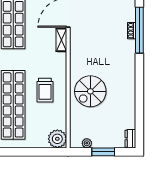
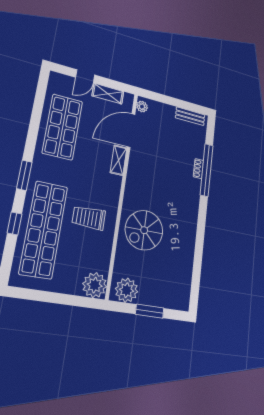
trolley: (45, 90) -> (89, 218), turned 90
dresser: (130, 139) -> (184, 299), removed
plant: (87, 143) -> (127, 290), width x1.88, depth x1.88

